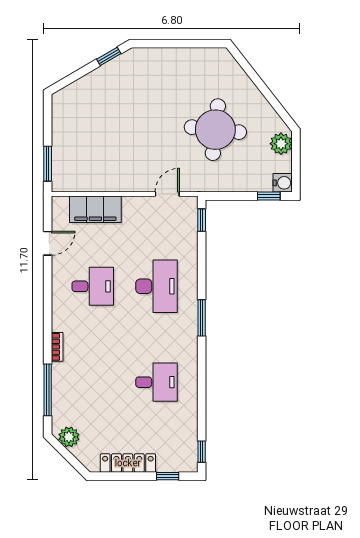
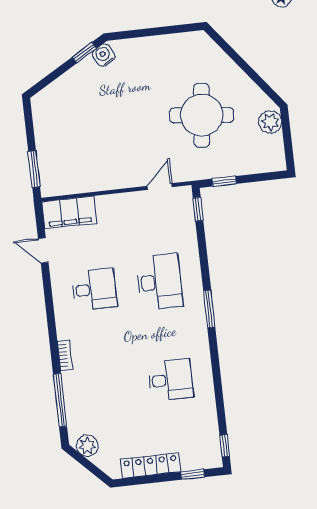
water cooler: (283, 183) -> (104, 55), moved, turned -120
window: (269, 196) -> (224, 181), moved
filing cabinet: (95, 209) -> (69, 212), moved
door: (48, 243) -> (43, 250), swing flipped

